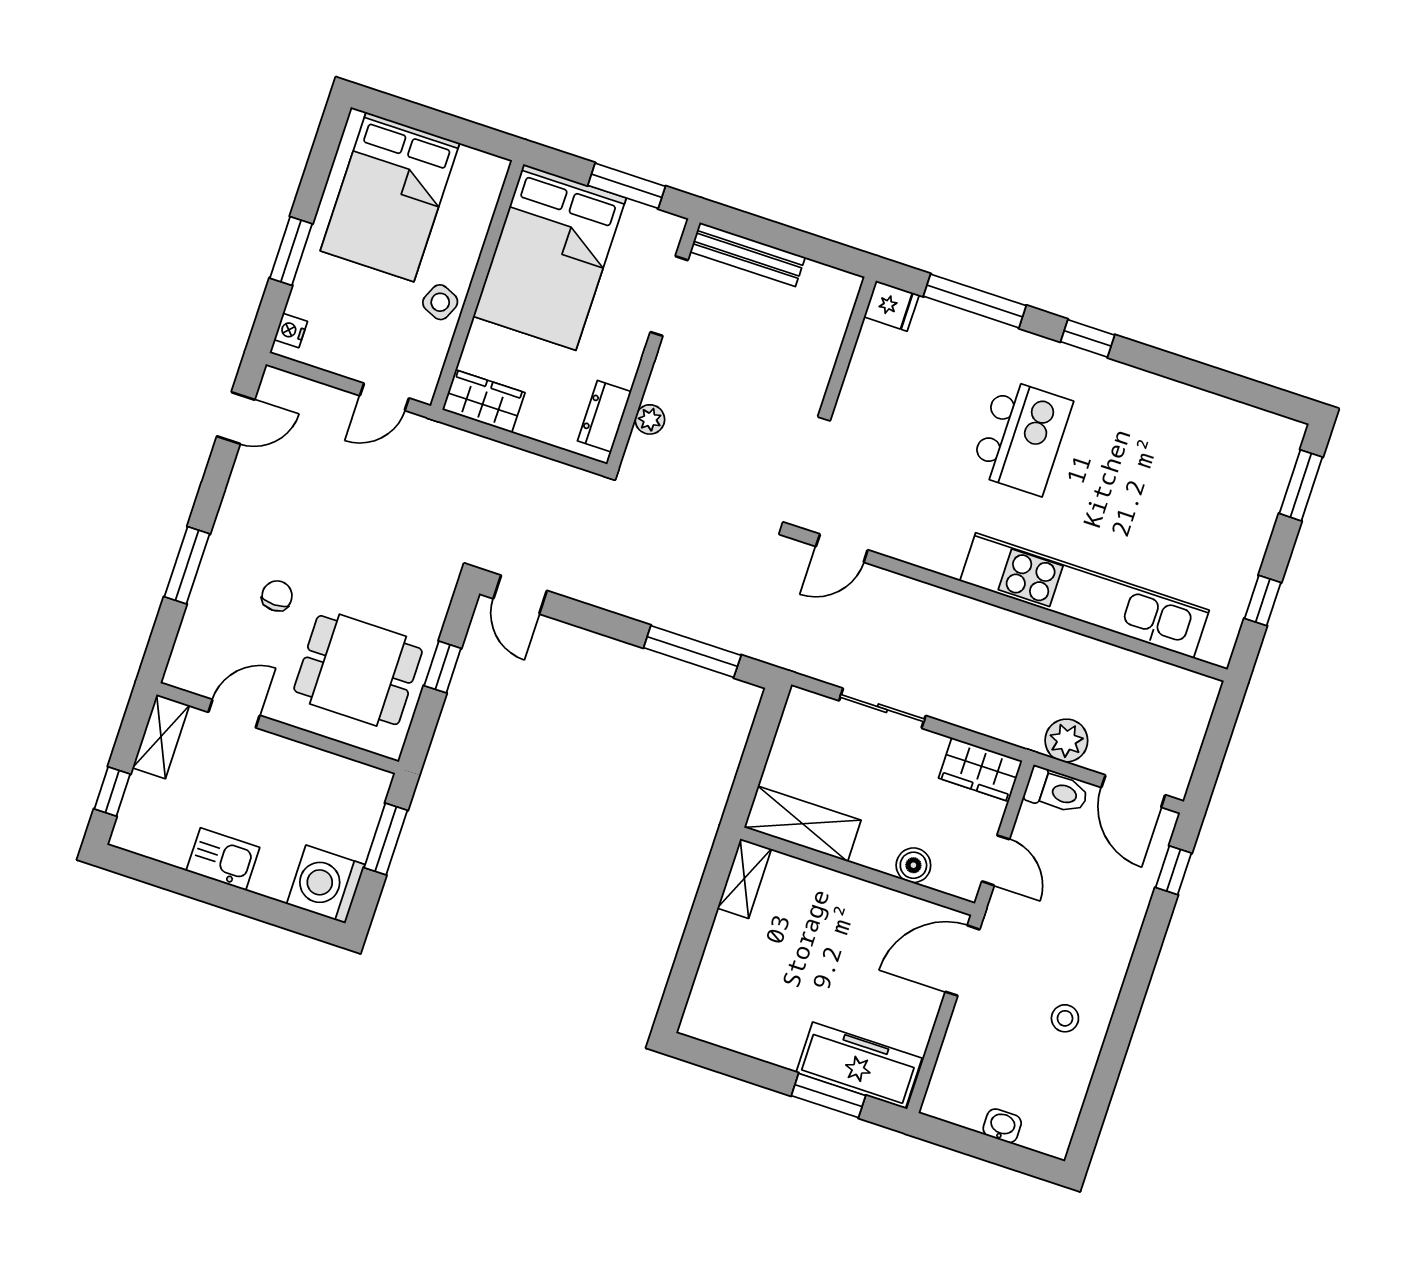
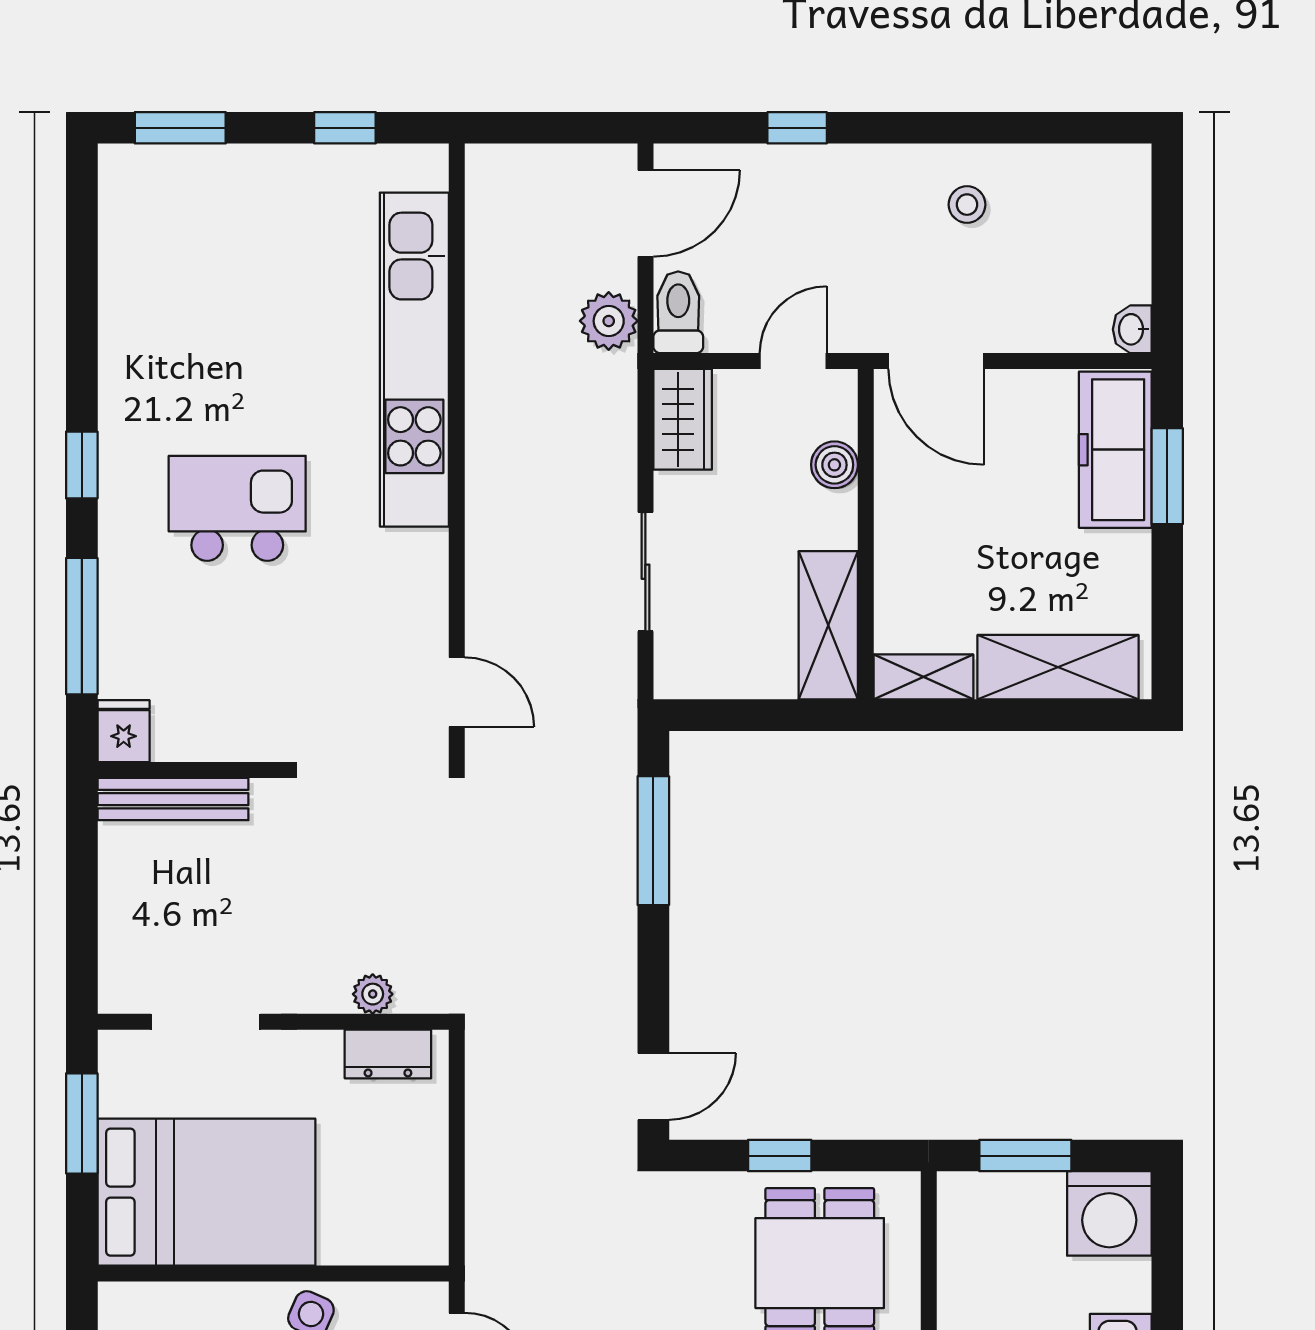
bench: (748, 254) -> (173, 799), moved, turned 90
wardrobe: (484, 401) -> (420, 1216), removed
window: (1174, 870) -> (797, 128), moved
shelving: (720, 975) -> (1058, 667), added
washbasin: (1002, 1126) -> (1132, 329), moved

